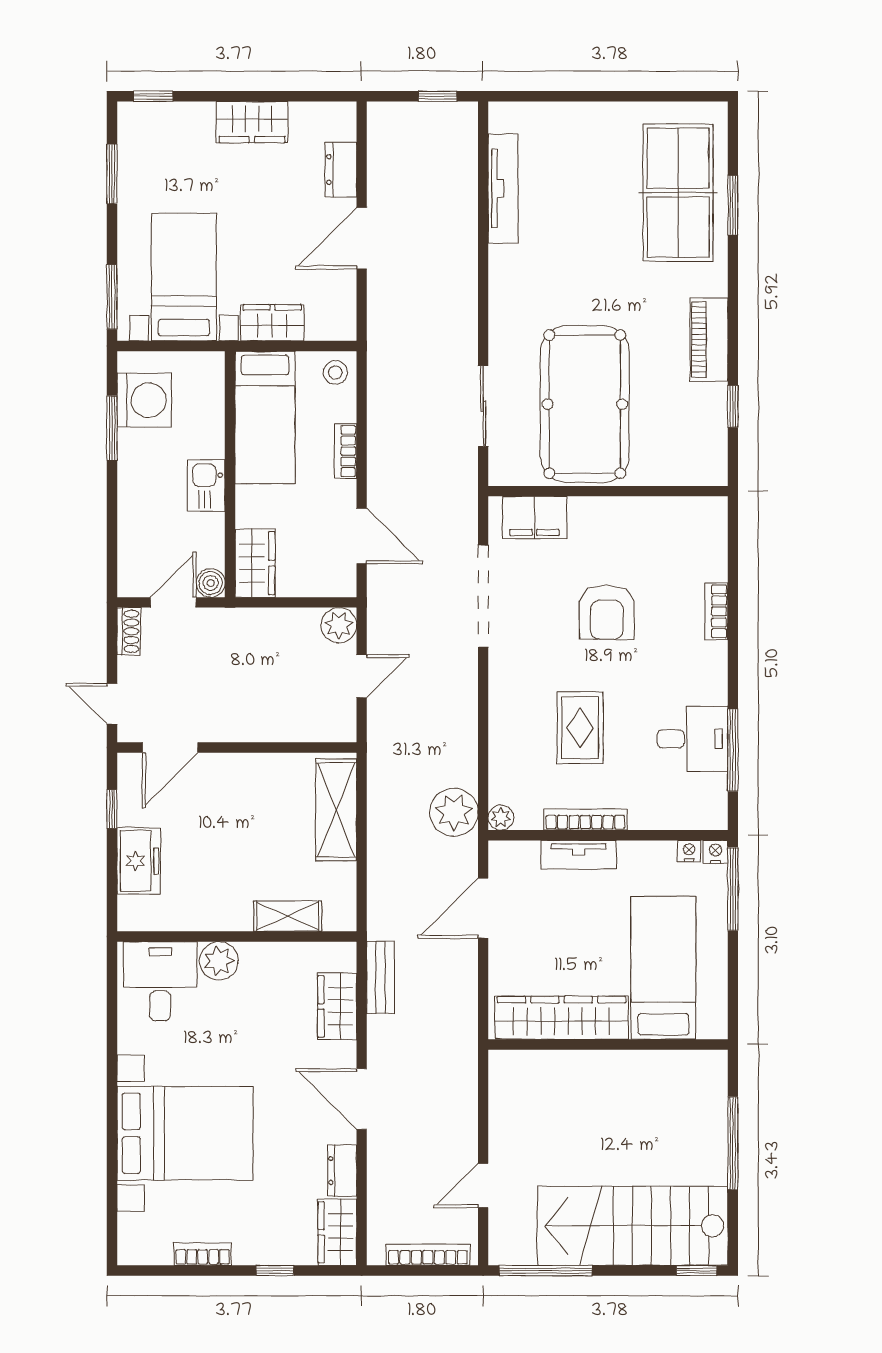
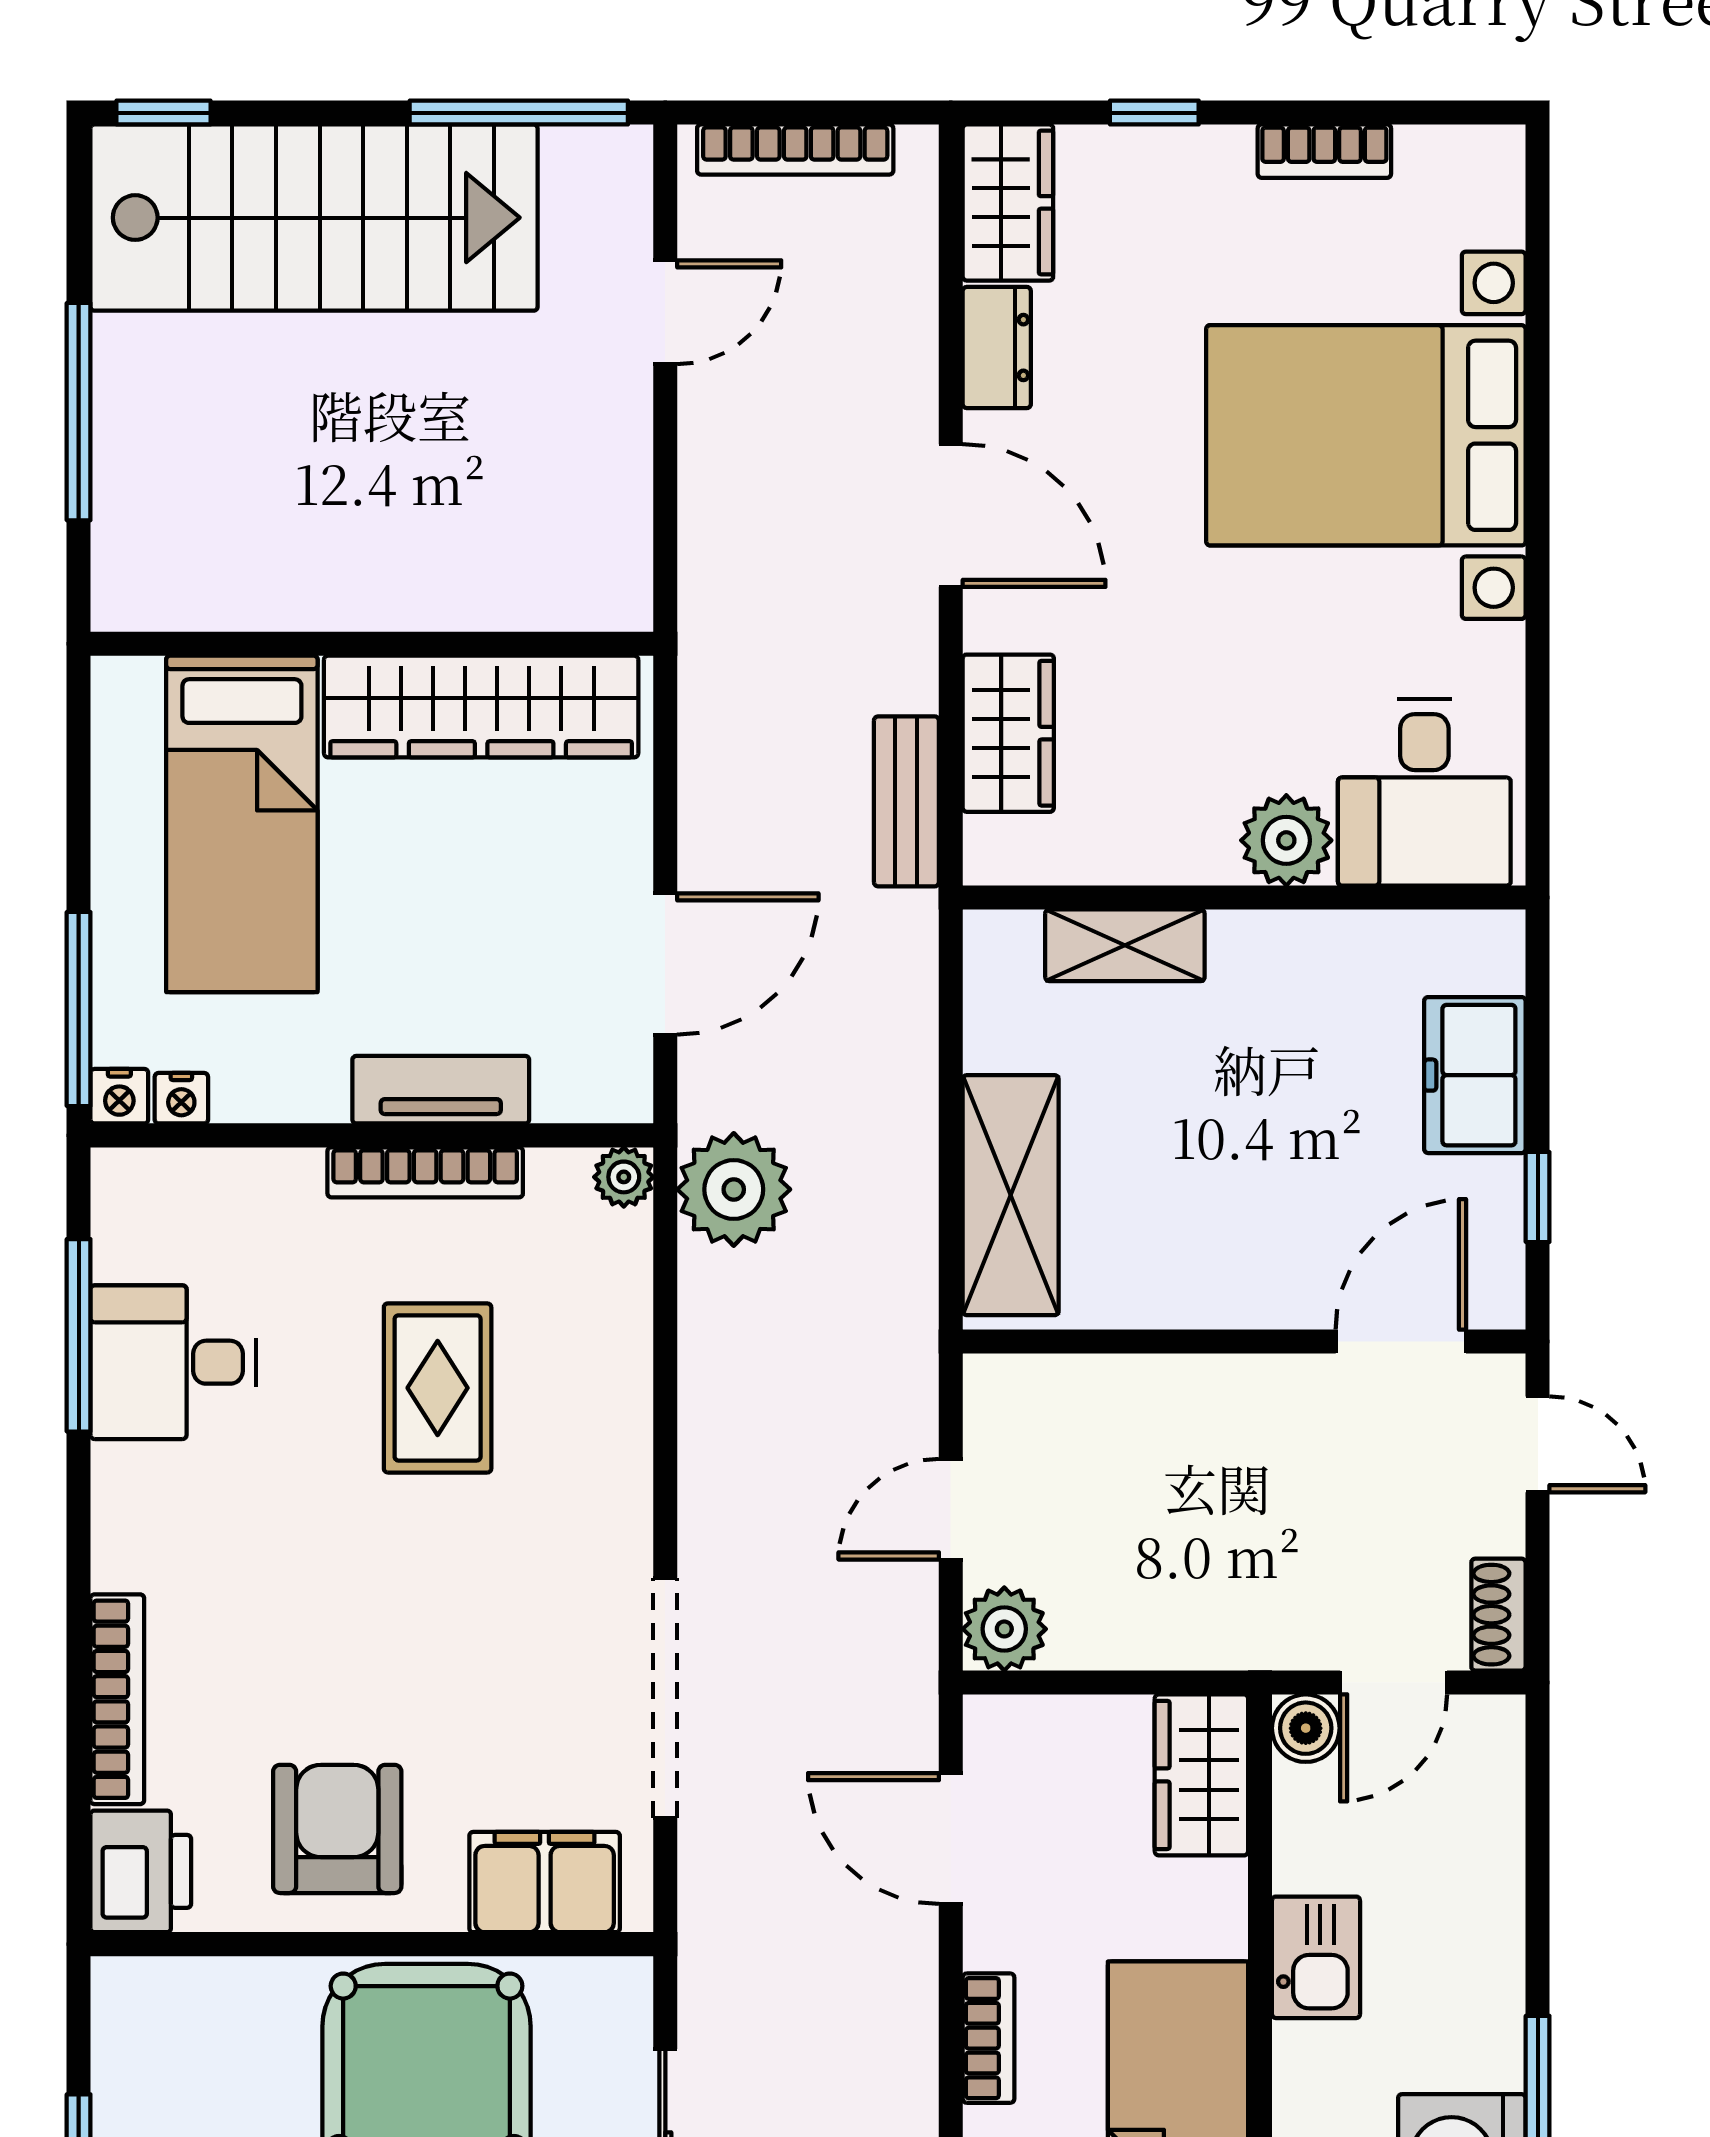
printer: (706, 522) -> (141, 1871), added
bookcase: (716, 611) -> (117, 1699), width x1.56
armchair: (607, 612) -> (337, 1829), moved

